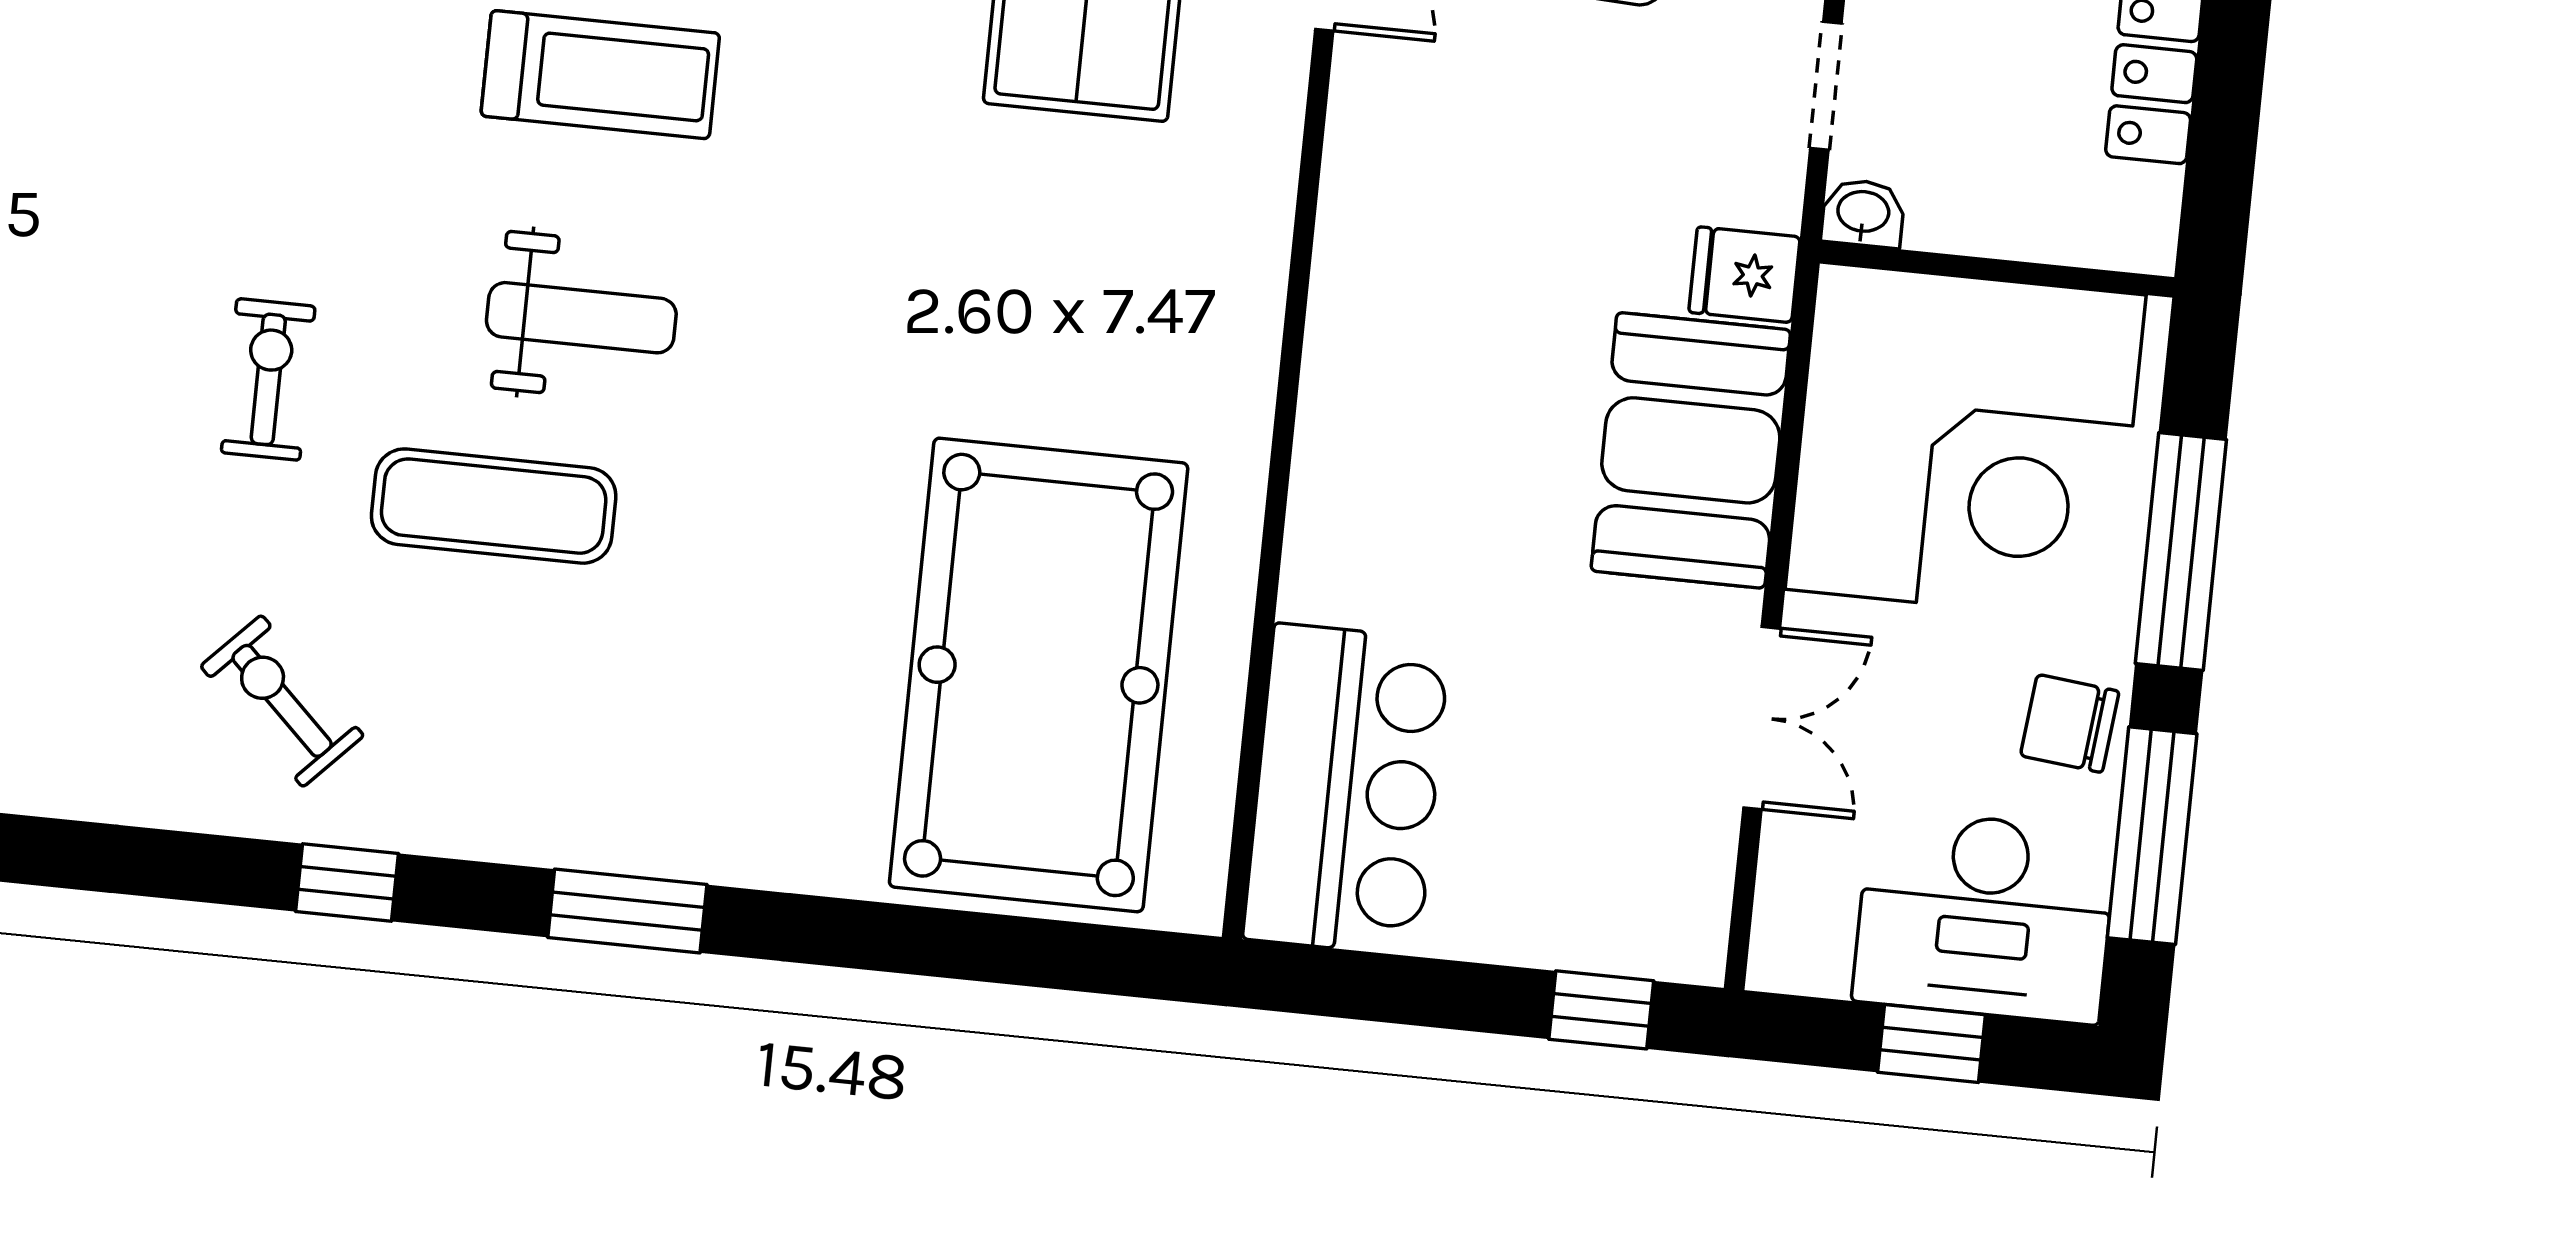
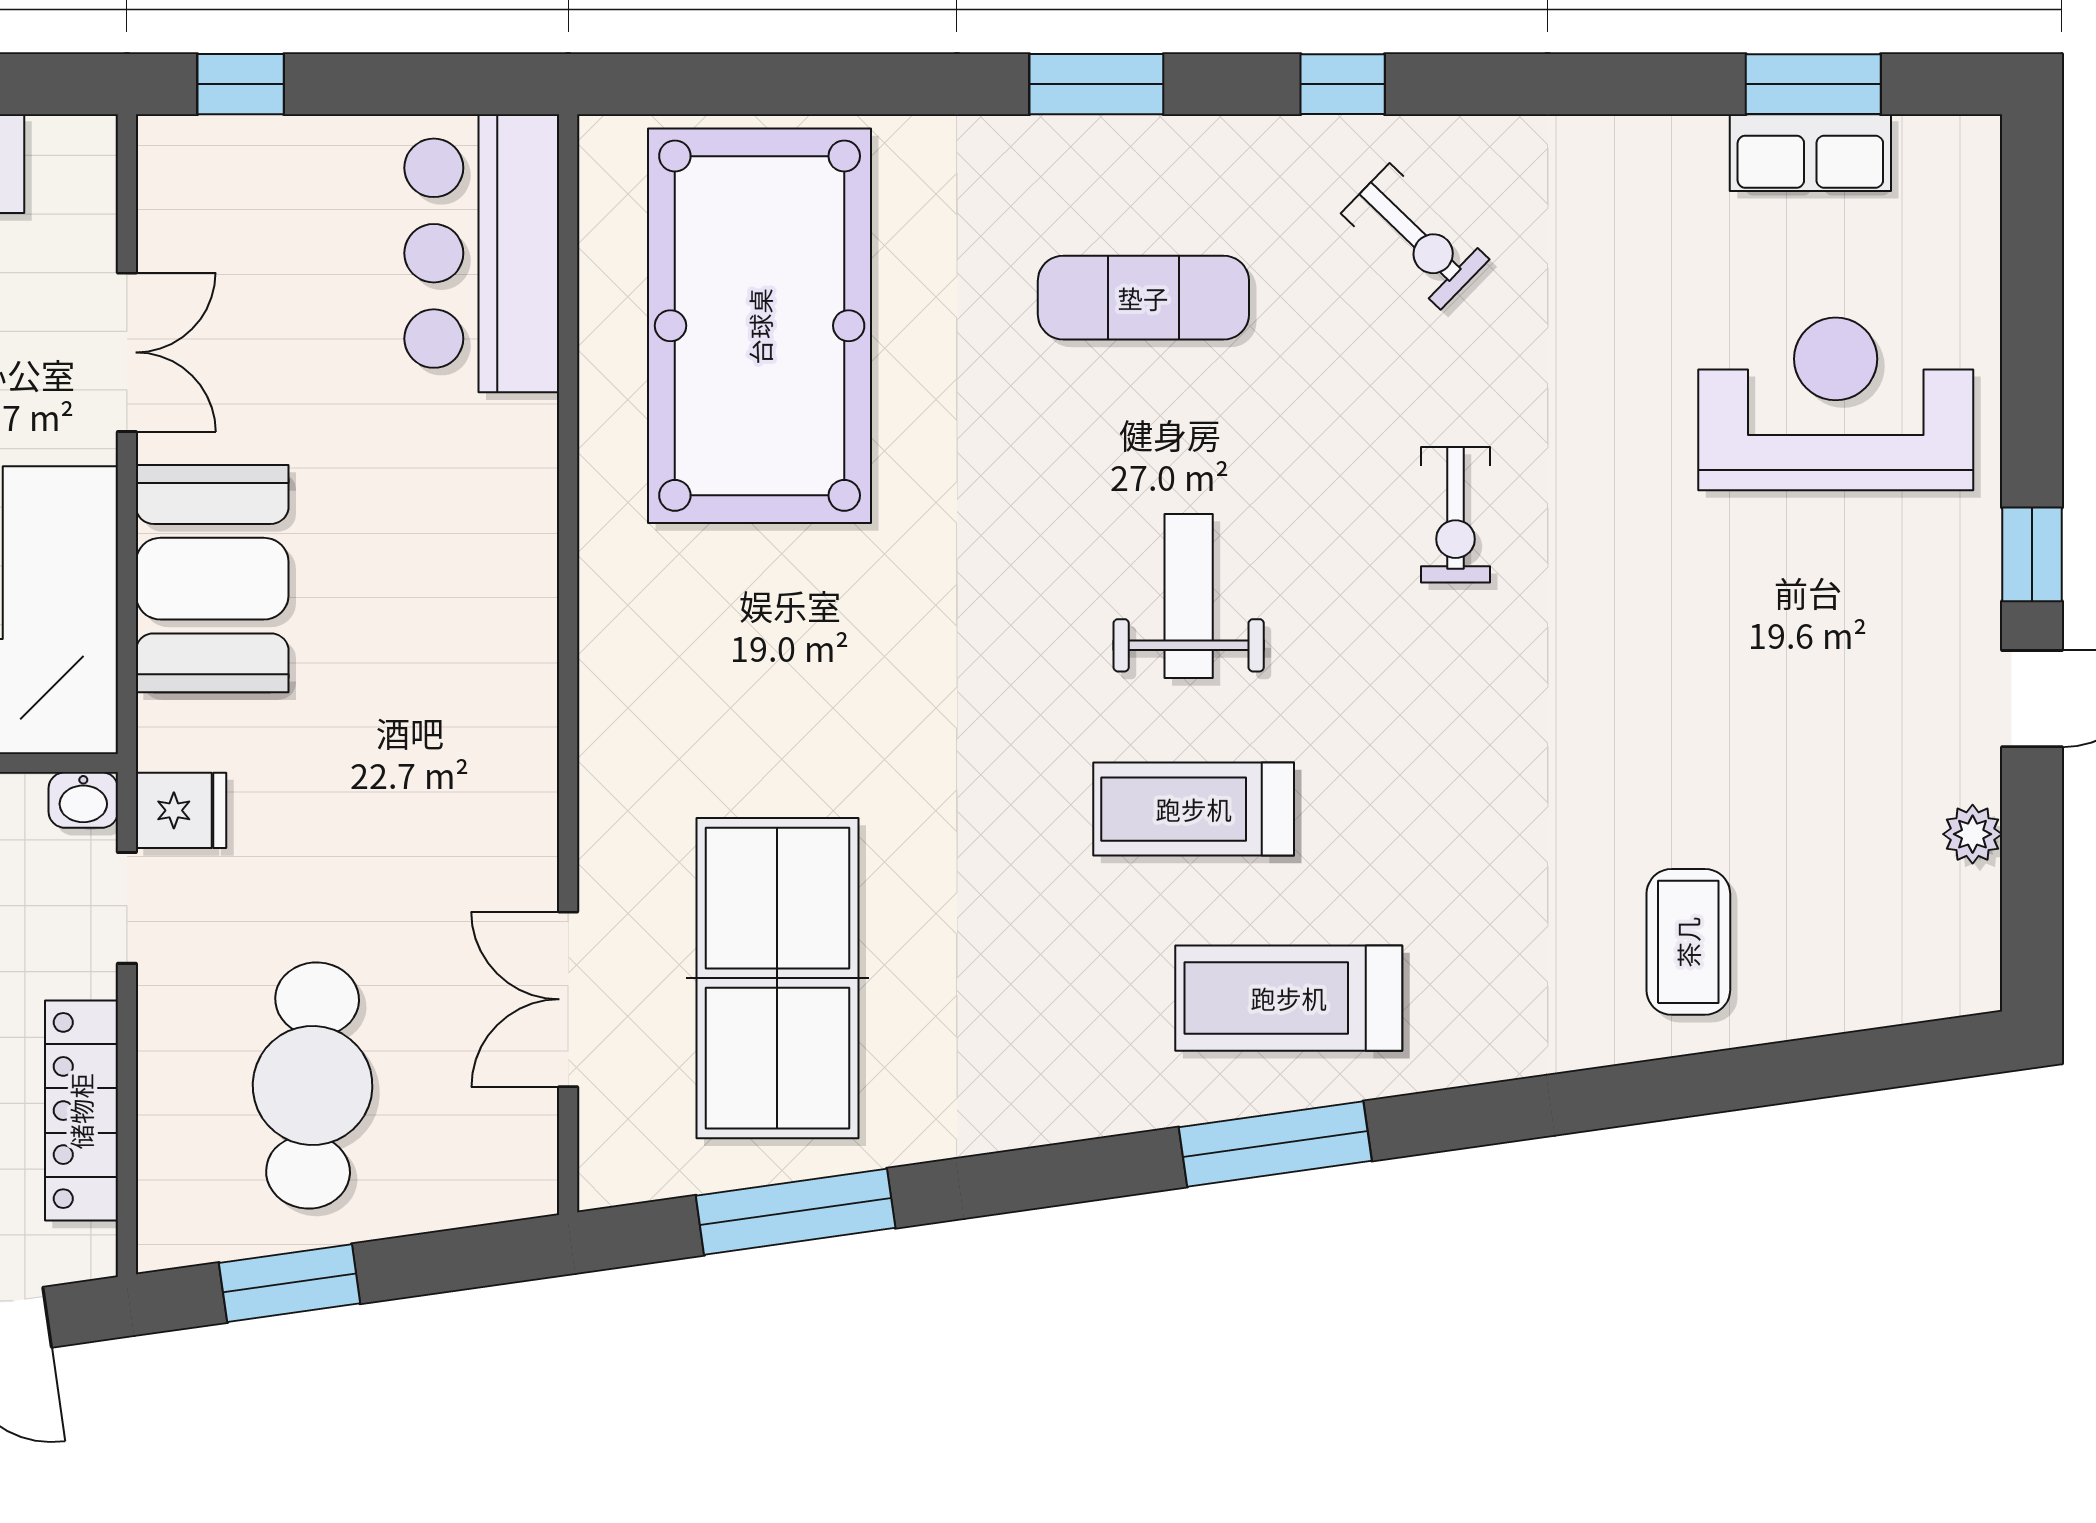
fridge: (1745, 275) -> (181, 810), moved
weight bench: (581, 318) -> (1189, 596), turned 90
exercise mat: (494, 506) -> (1143, 298), moved
double door: (1762, 718) -> (127, 352), swing flipped

